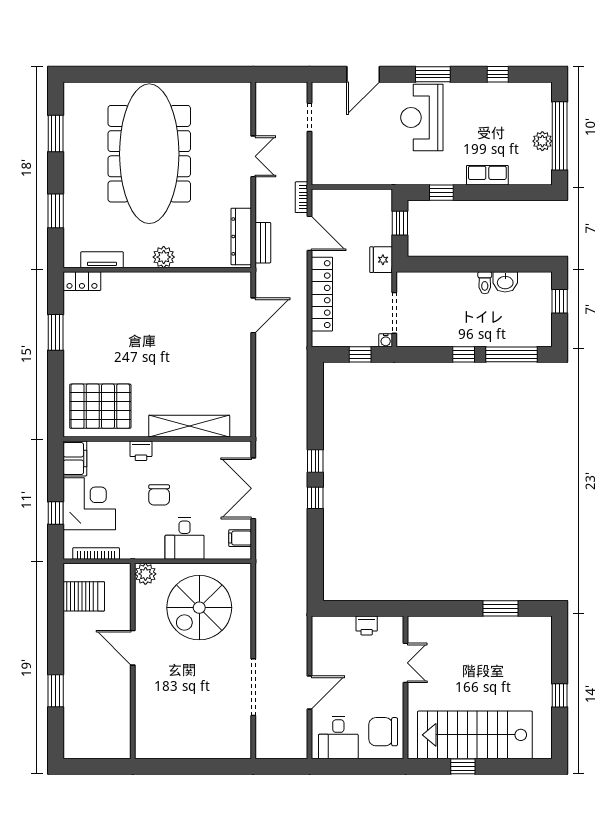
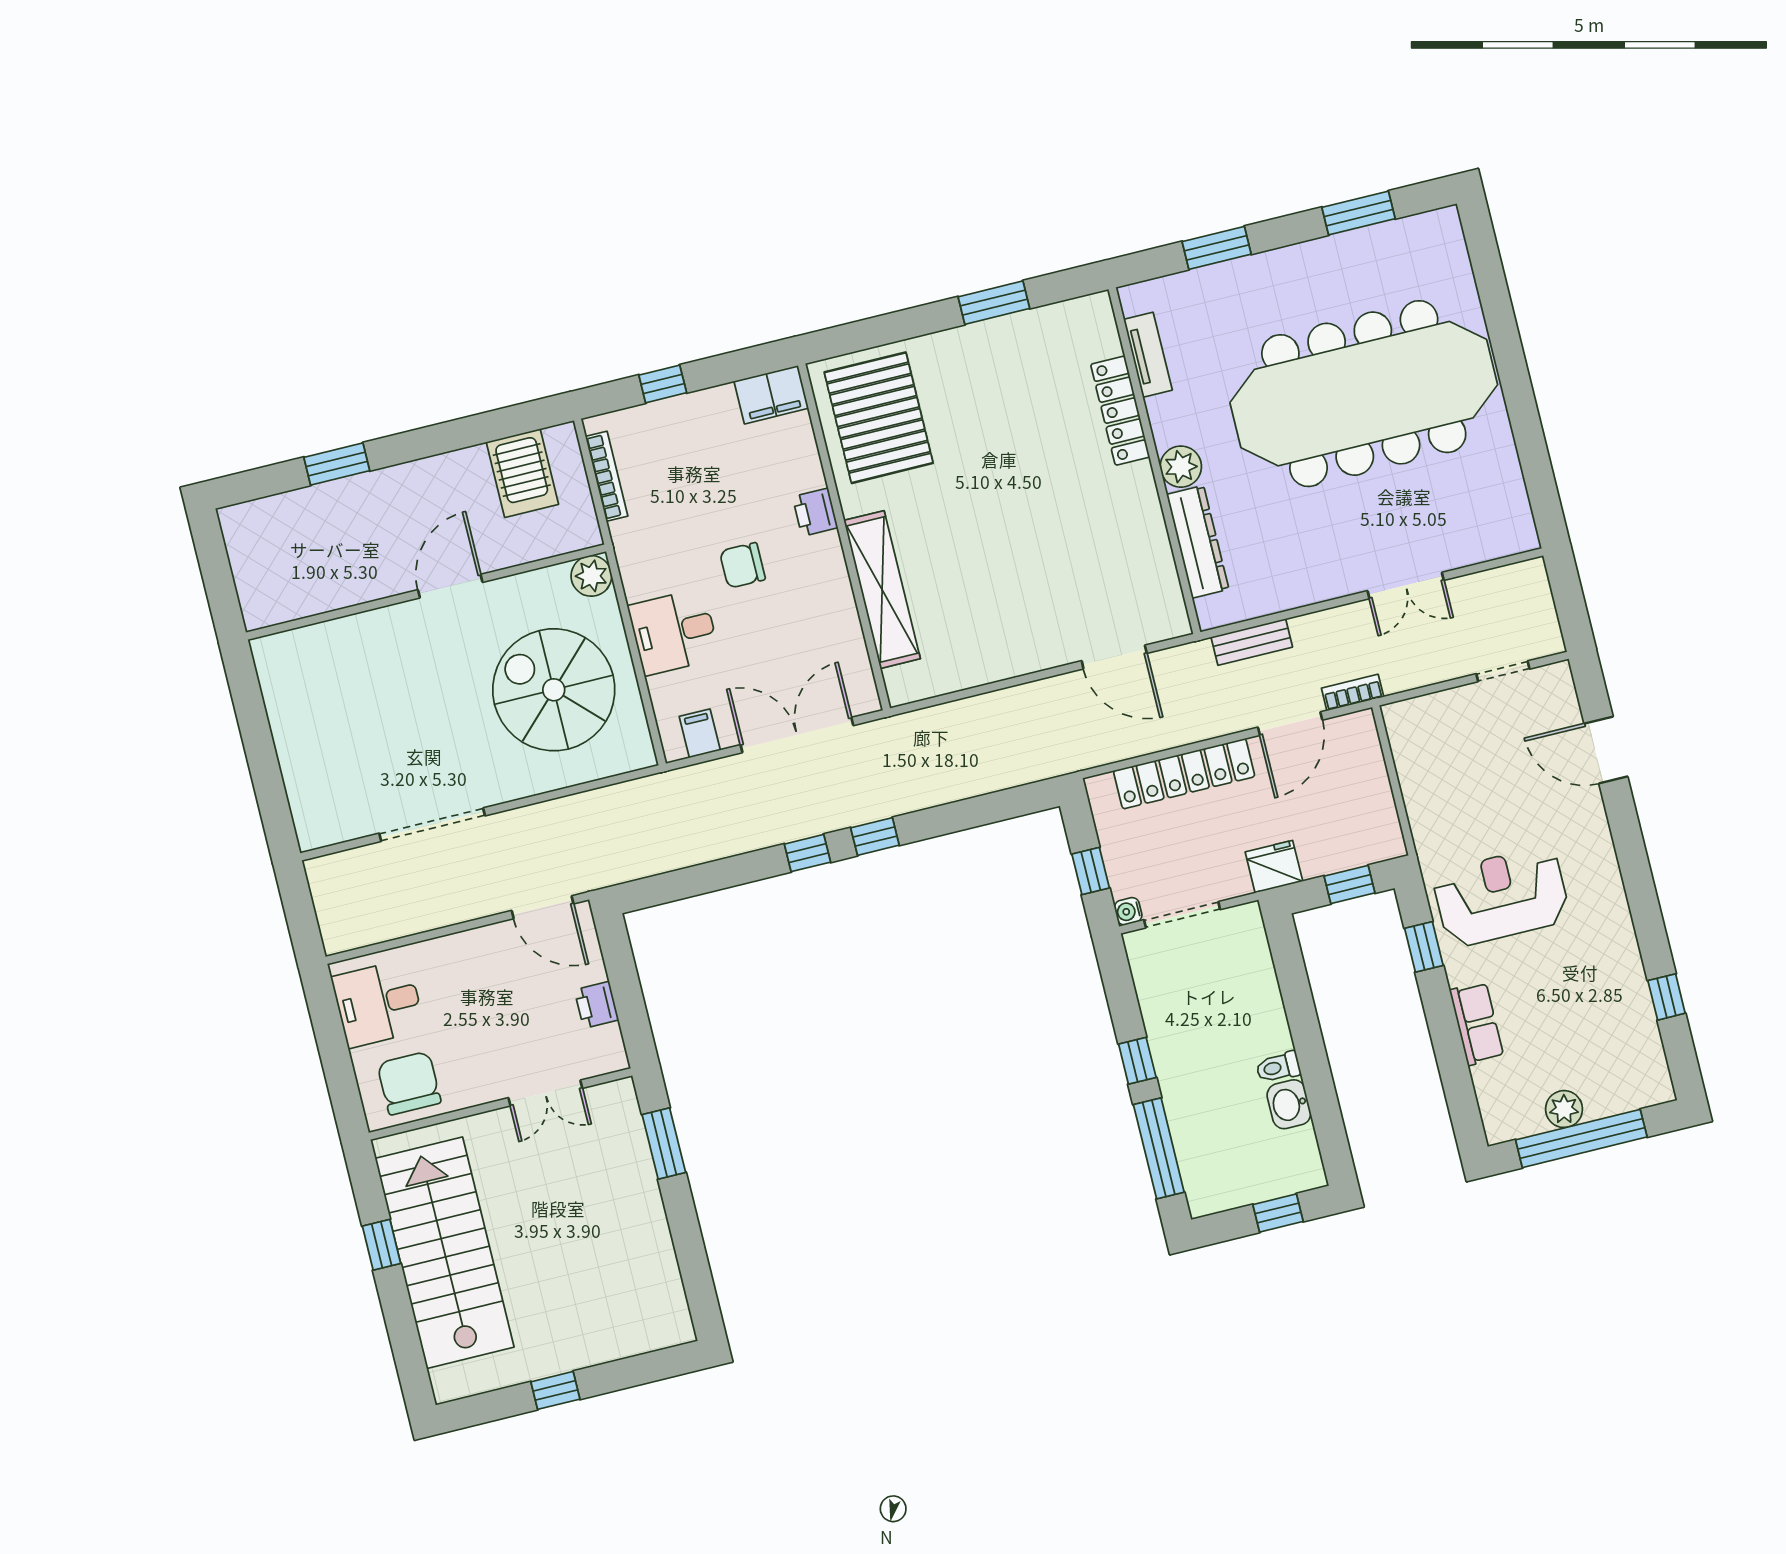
window: (433, 74) -> (1637, 878), removed
reception desk: (422, 117) -> (1501, 897), moved
dresser: (241, 236) -> (1198, 542), moved, turned 90
locker: (82, 281) -> (1120, 411), moved, width x1.53
corner desk: (89, 504) -> (695, 441), removed
window: (501, 608) -> (664, 1143), moved
door: (310, 693) -> (543, 907), moved

